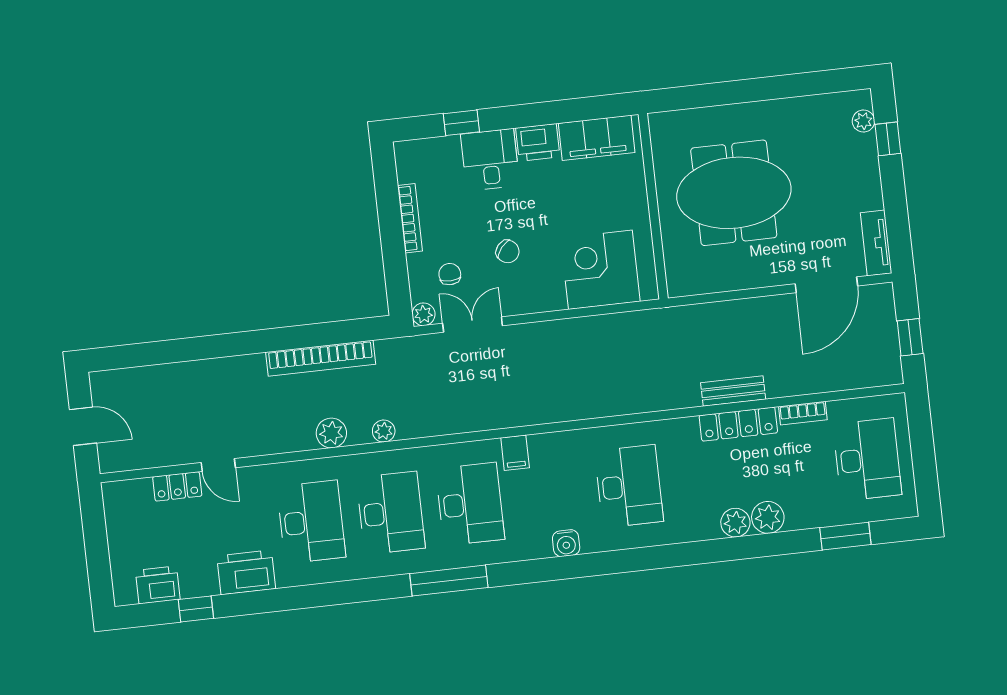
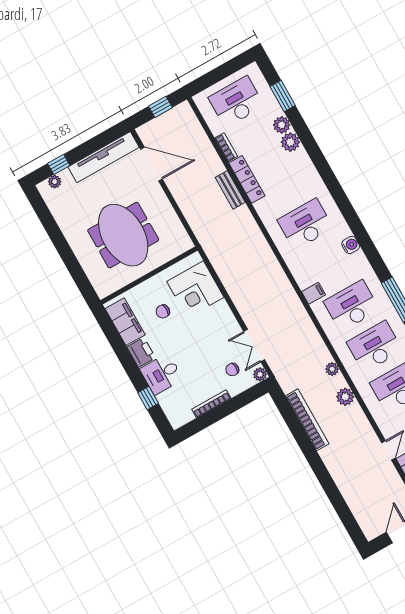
tv unit: (876, 243) -> (104, 157), width x1.92, depth x1.29
chair: (508, 251) -> (163, 311), moved, turned -130
plant: (735, 523) -> (282, 125), moved

